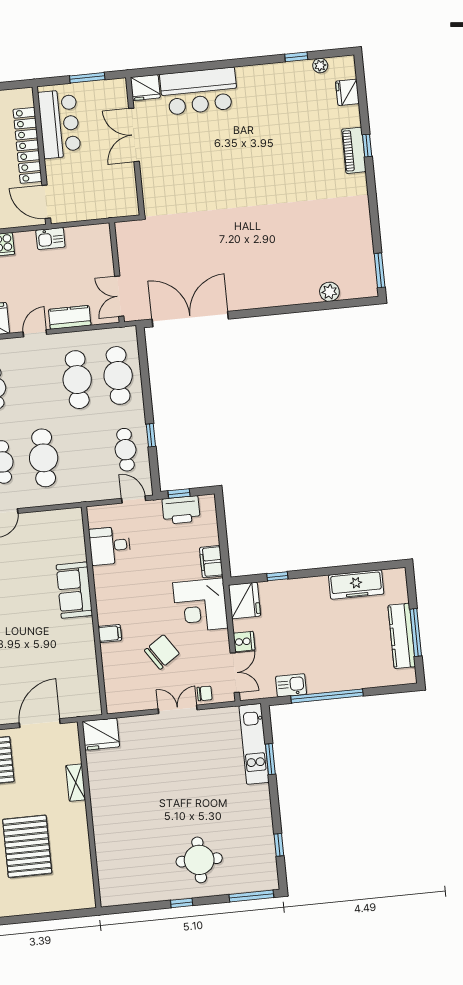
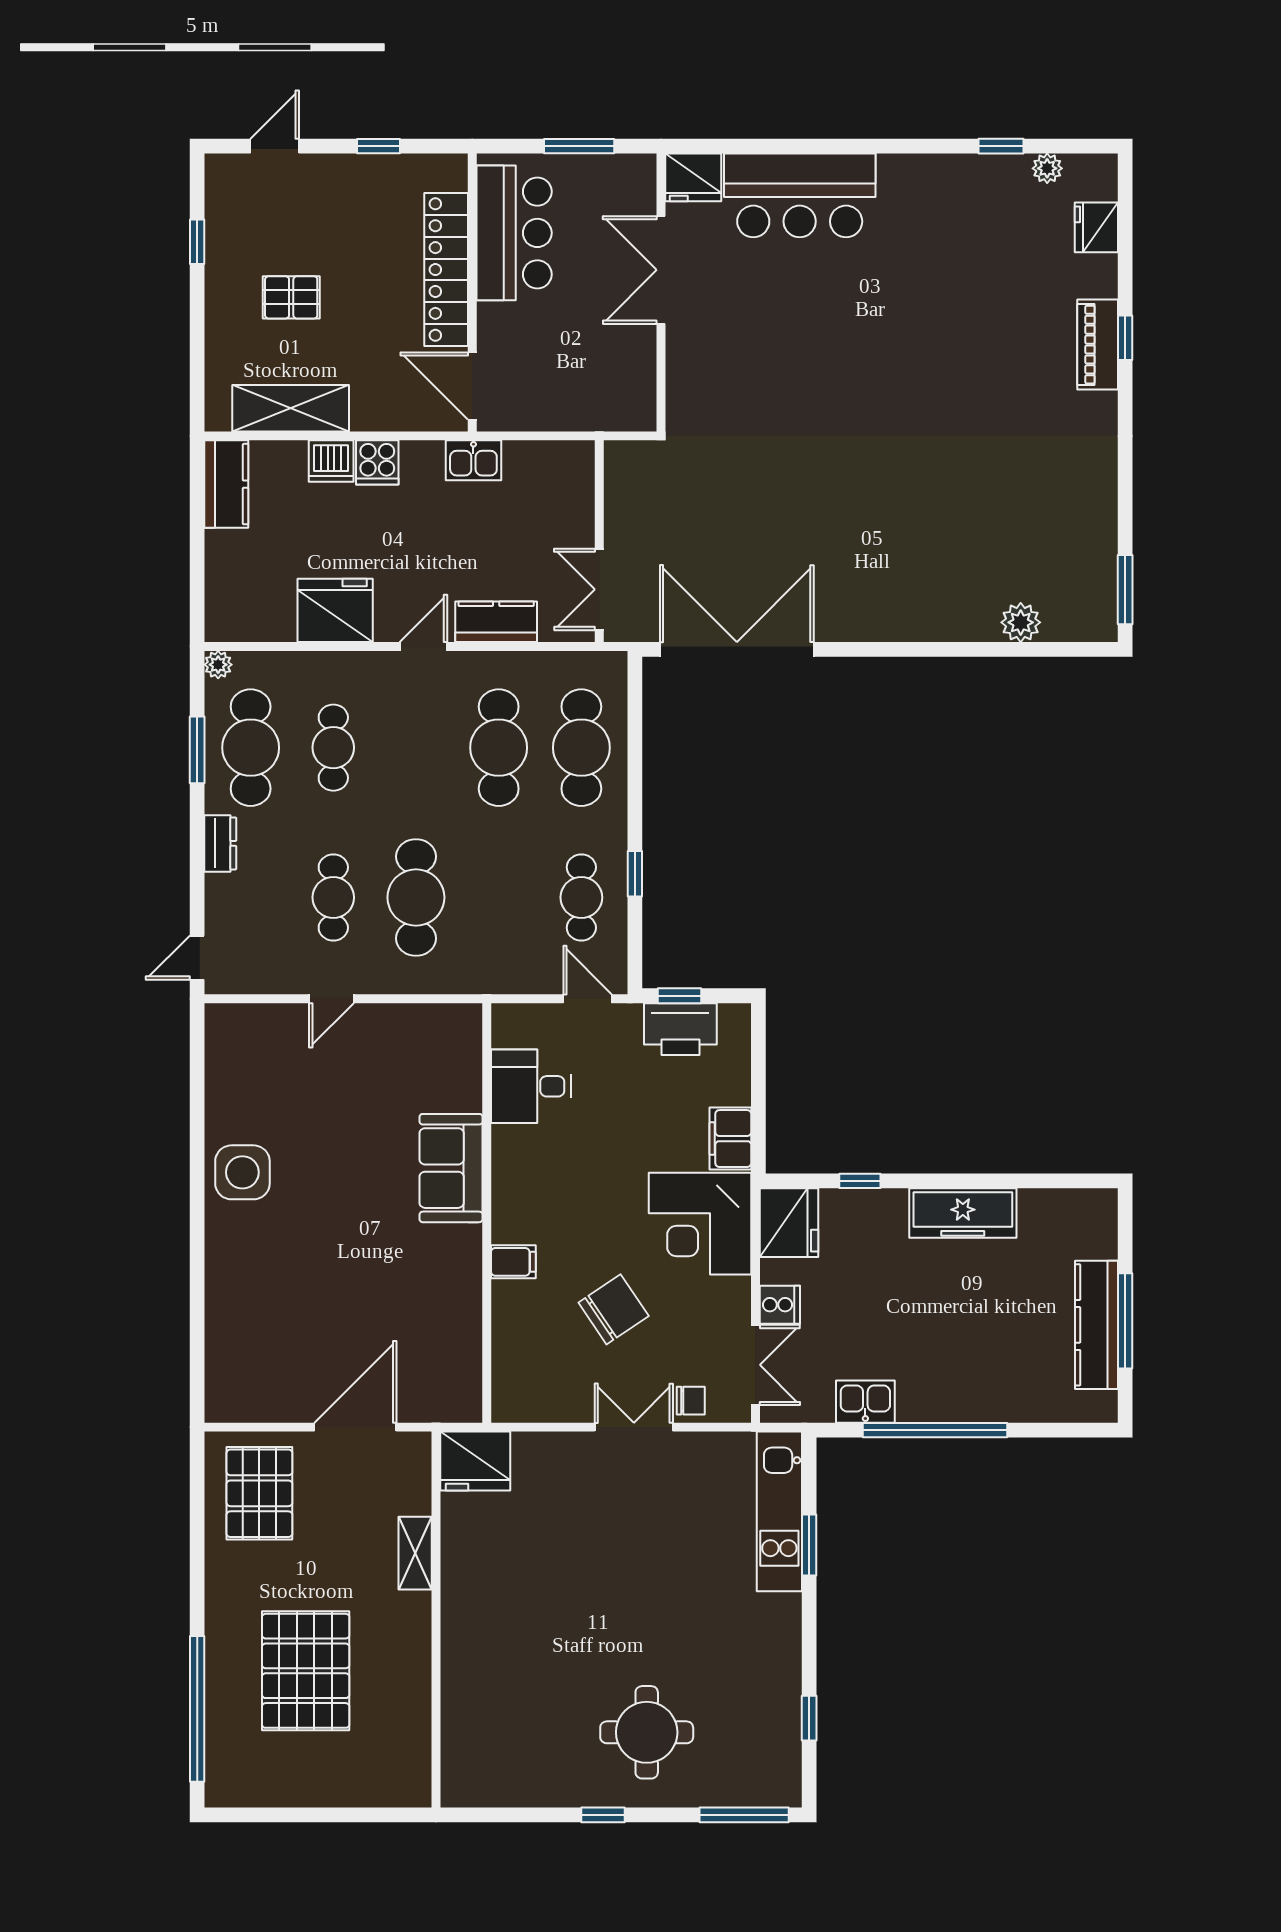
freezer: (356, 584) -> (963, 1213), moved

